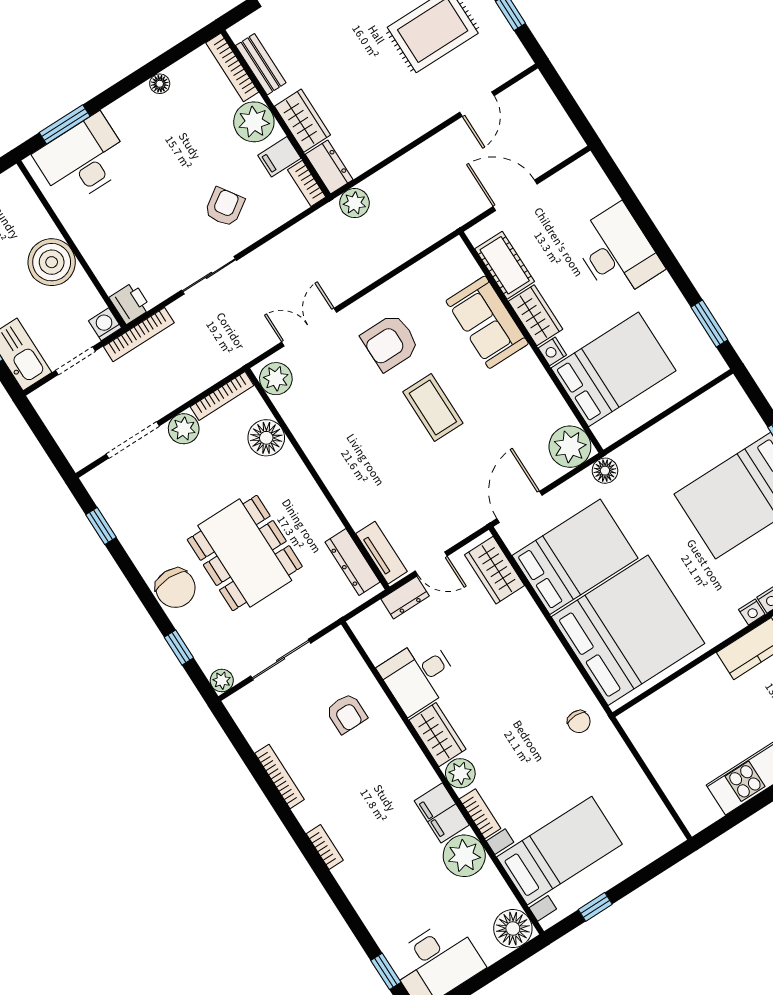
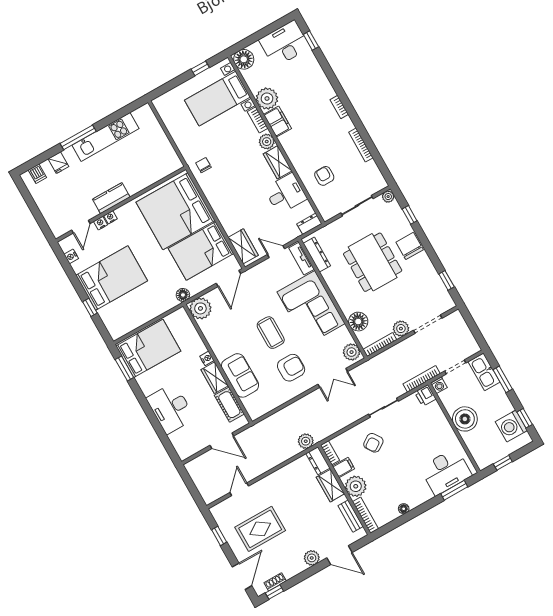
bed: (613, 369) -> (148, 348), moved, turned 180
corner sofa: (358, 459) -> (311, 308), added
dresser: (405, 598) -> (309, 224), moved

